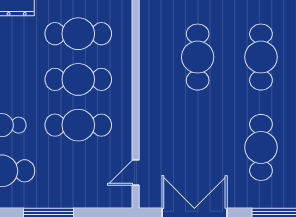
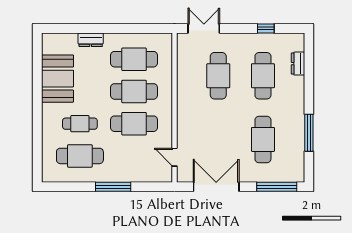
door: (136, 173) -> (175, 157), hinge flipped

